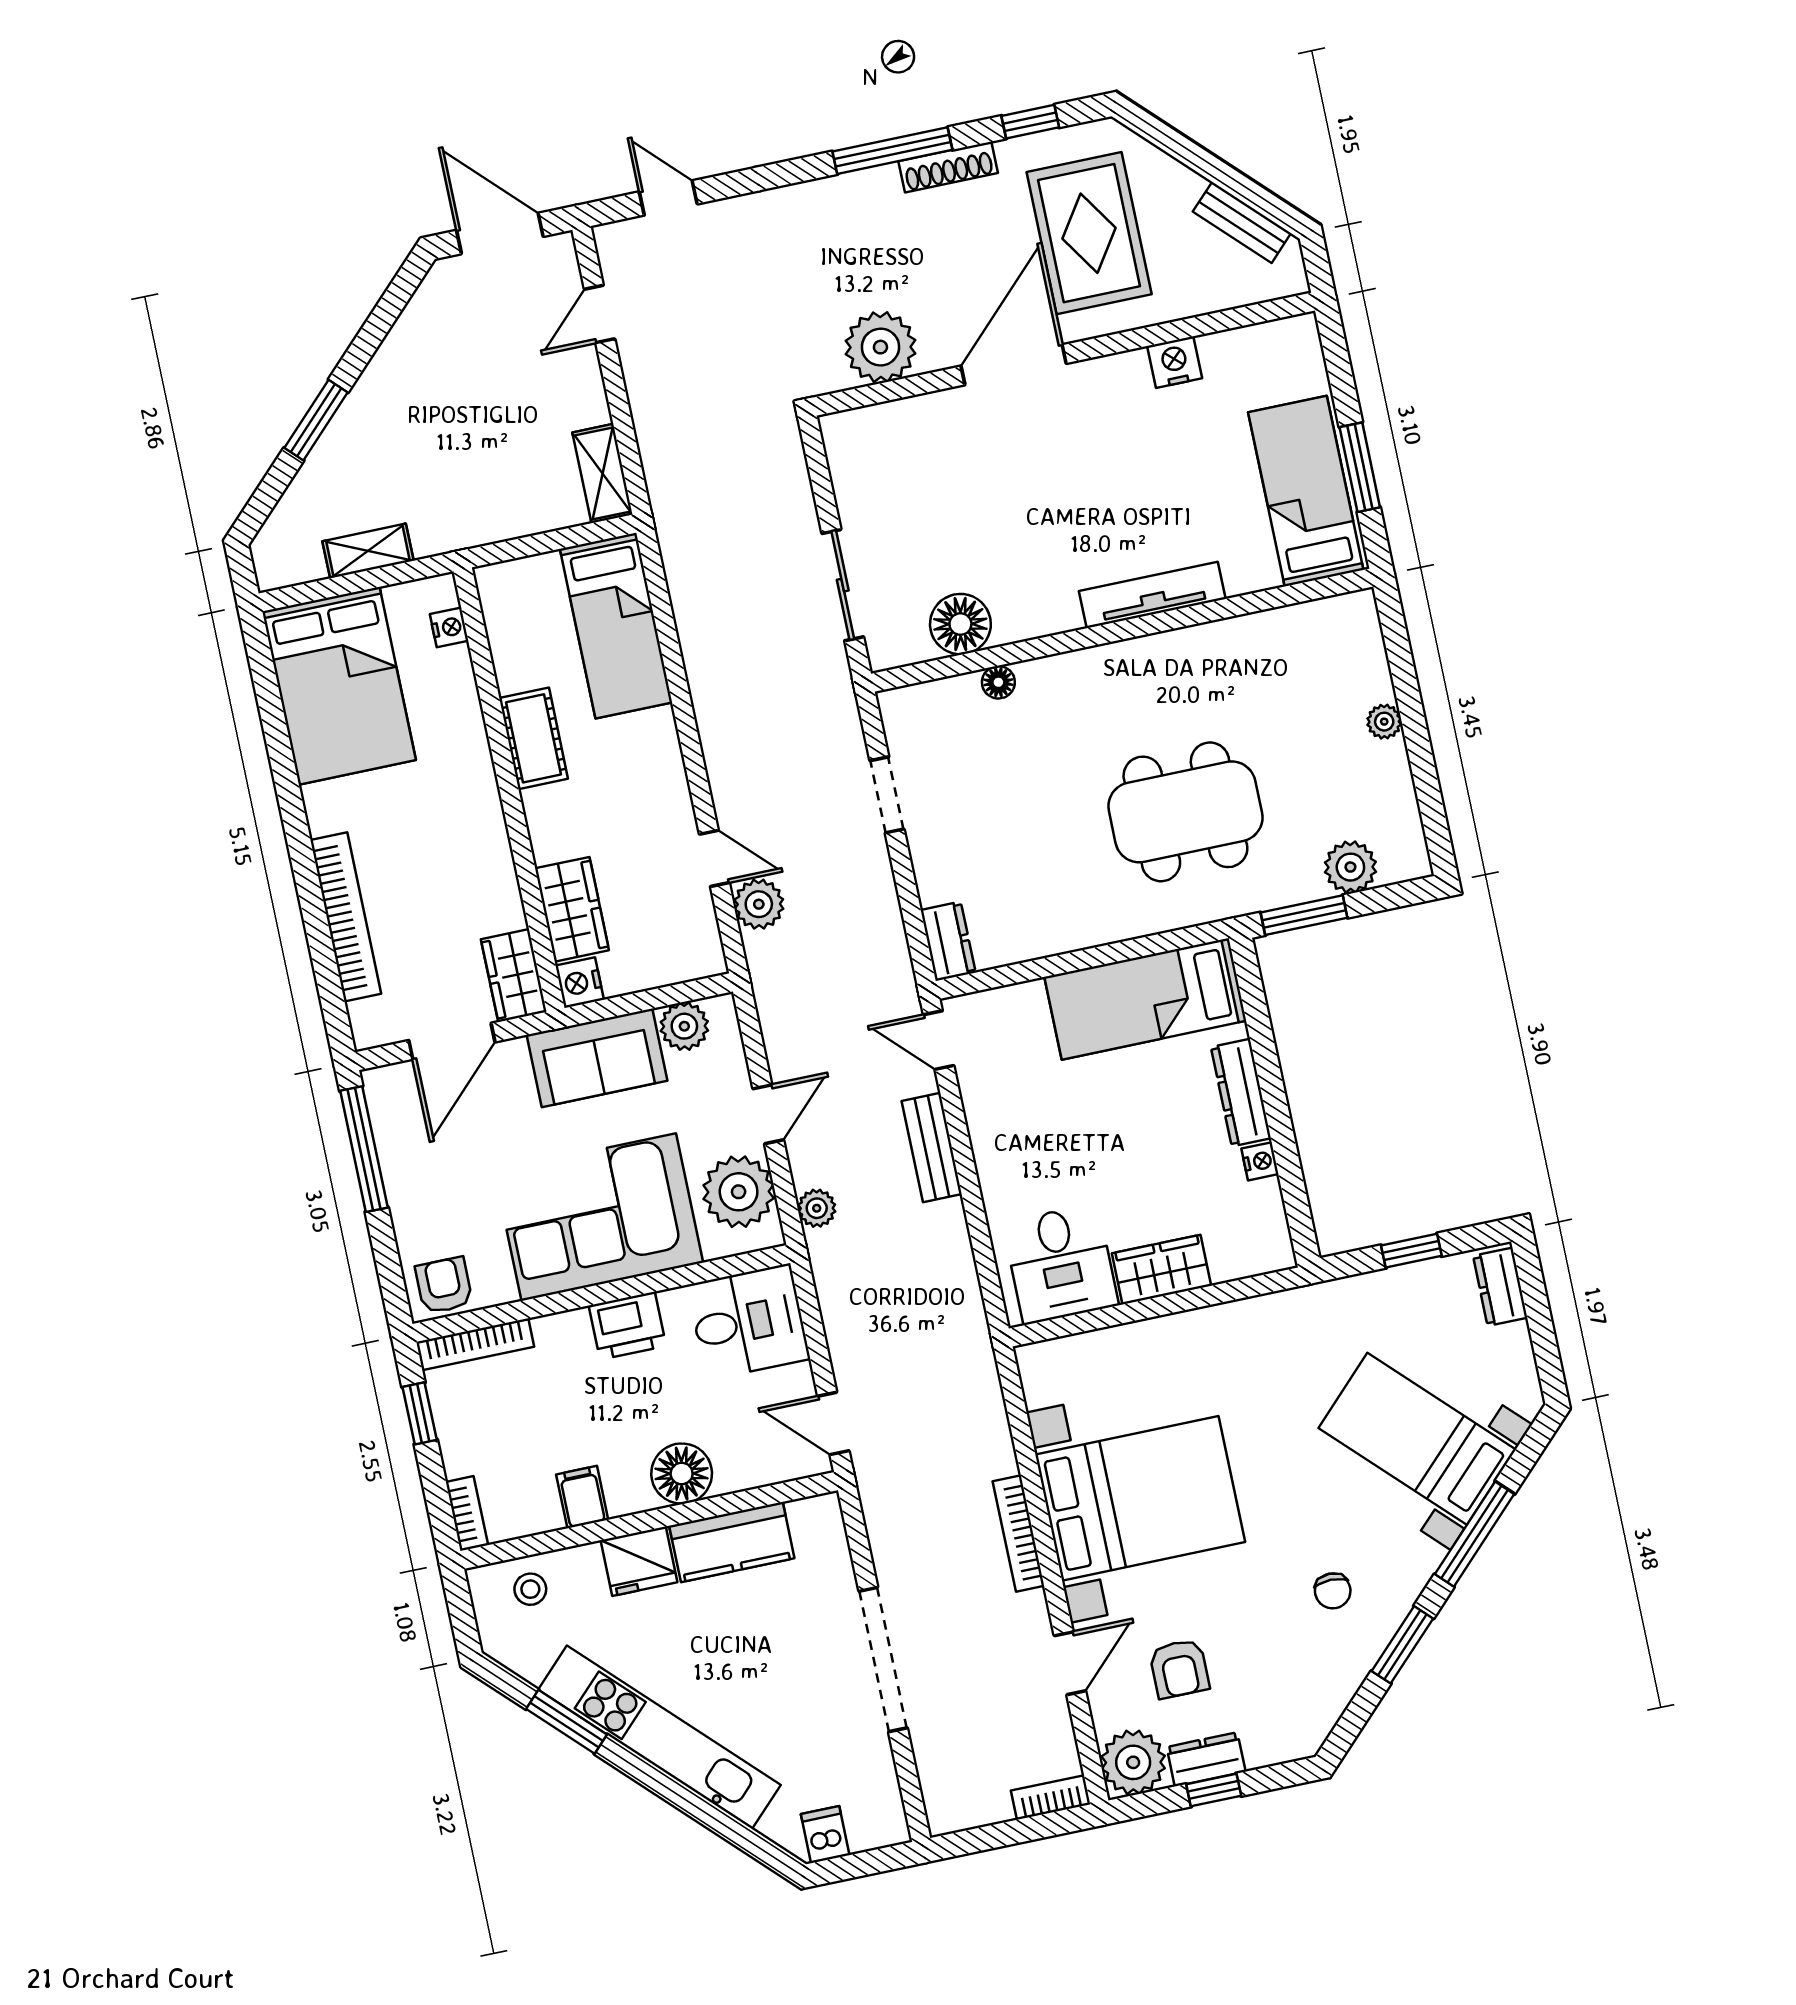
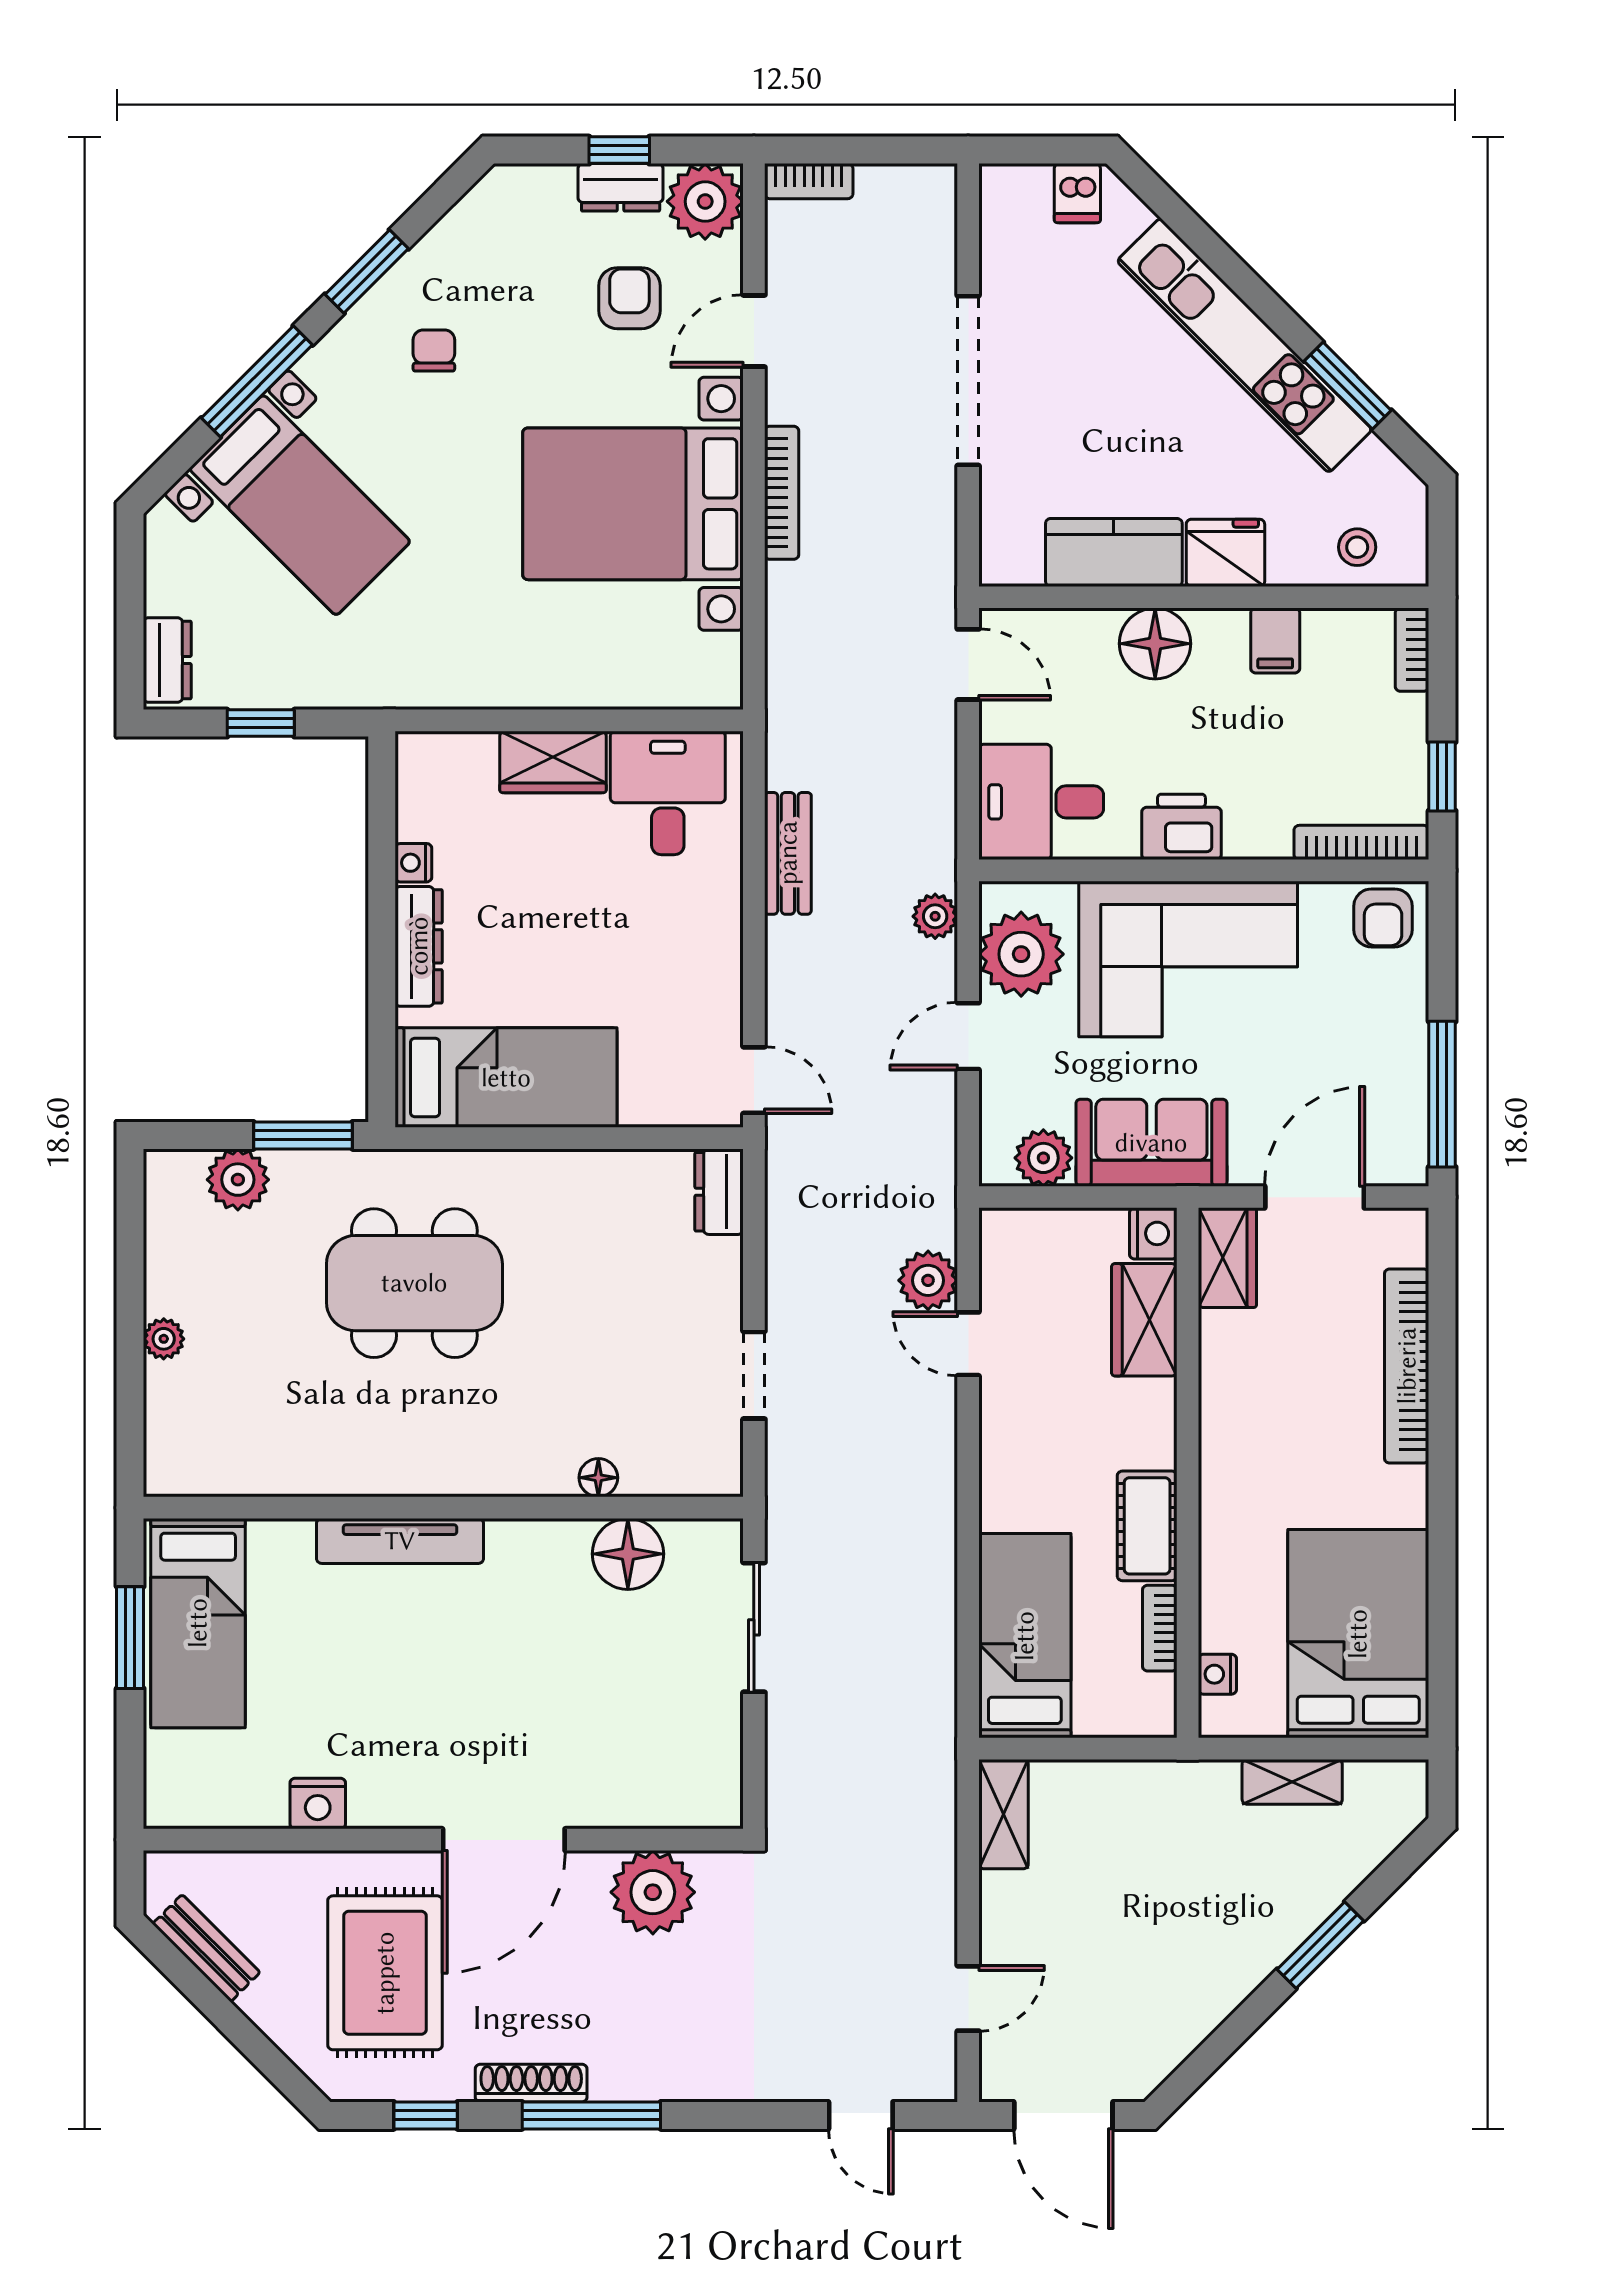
bookcase: (505, 656) -> (1160, 1628), added
bench: (932, 1148) -> (788, 853), moved

